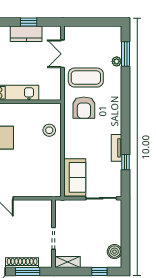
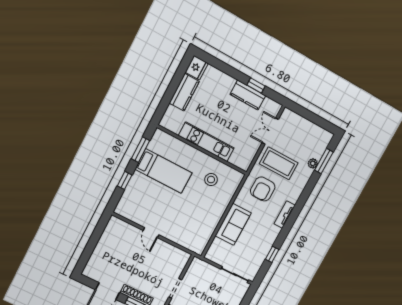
stool: (49, 130) -> (211, 180), moved
tv unit: (117, 148) -> (285, 214), moved
sofa: (75, 177) -> (233, 224), moved

